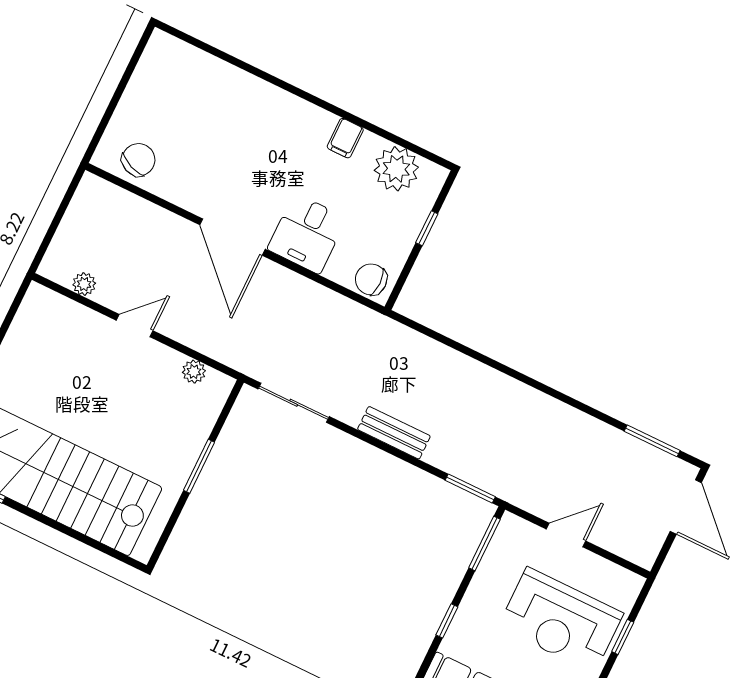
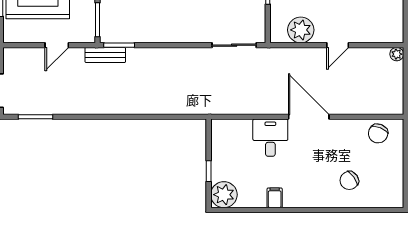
plant: (396, 169) -> (224, 195), moved
chair: (371, 279) -> (349, 180), moved, turned 144
plant: (84, 284) -> (397, 54), moved
plant: (194, 372) -> (301, 30), width x1.88, depth x1.88
bench: (394, 433) -> (105, 55), moved

